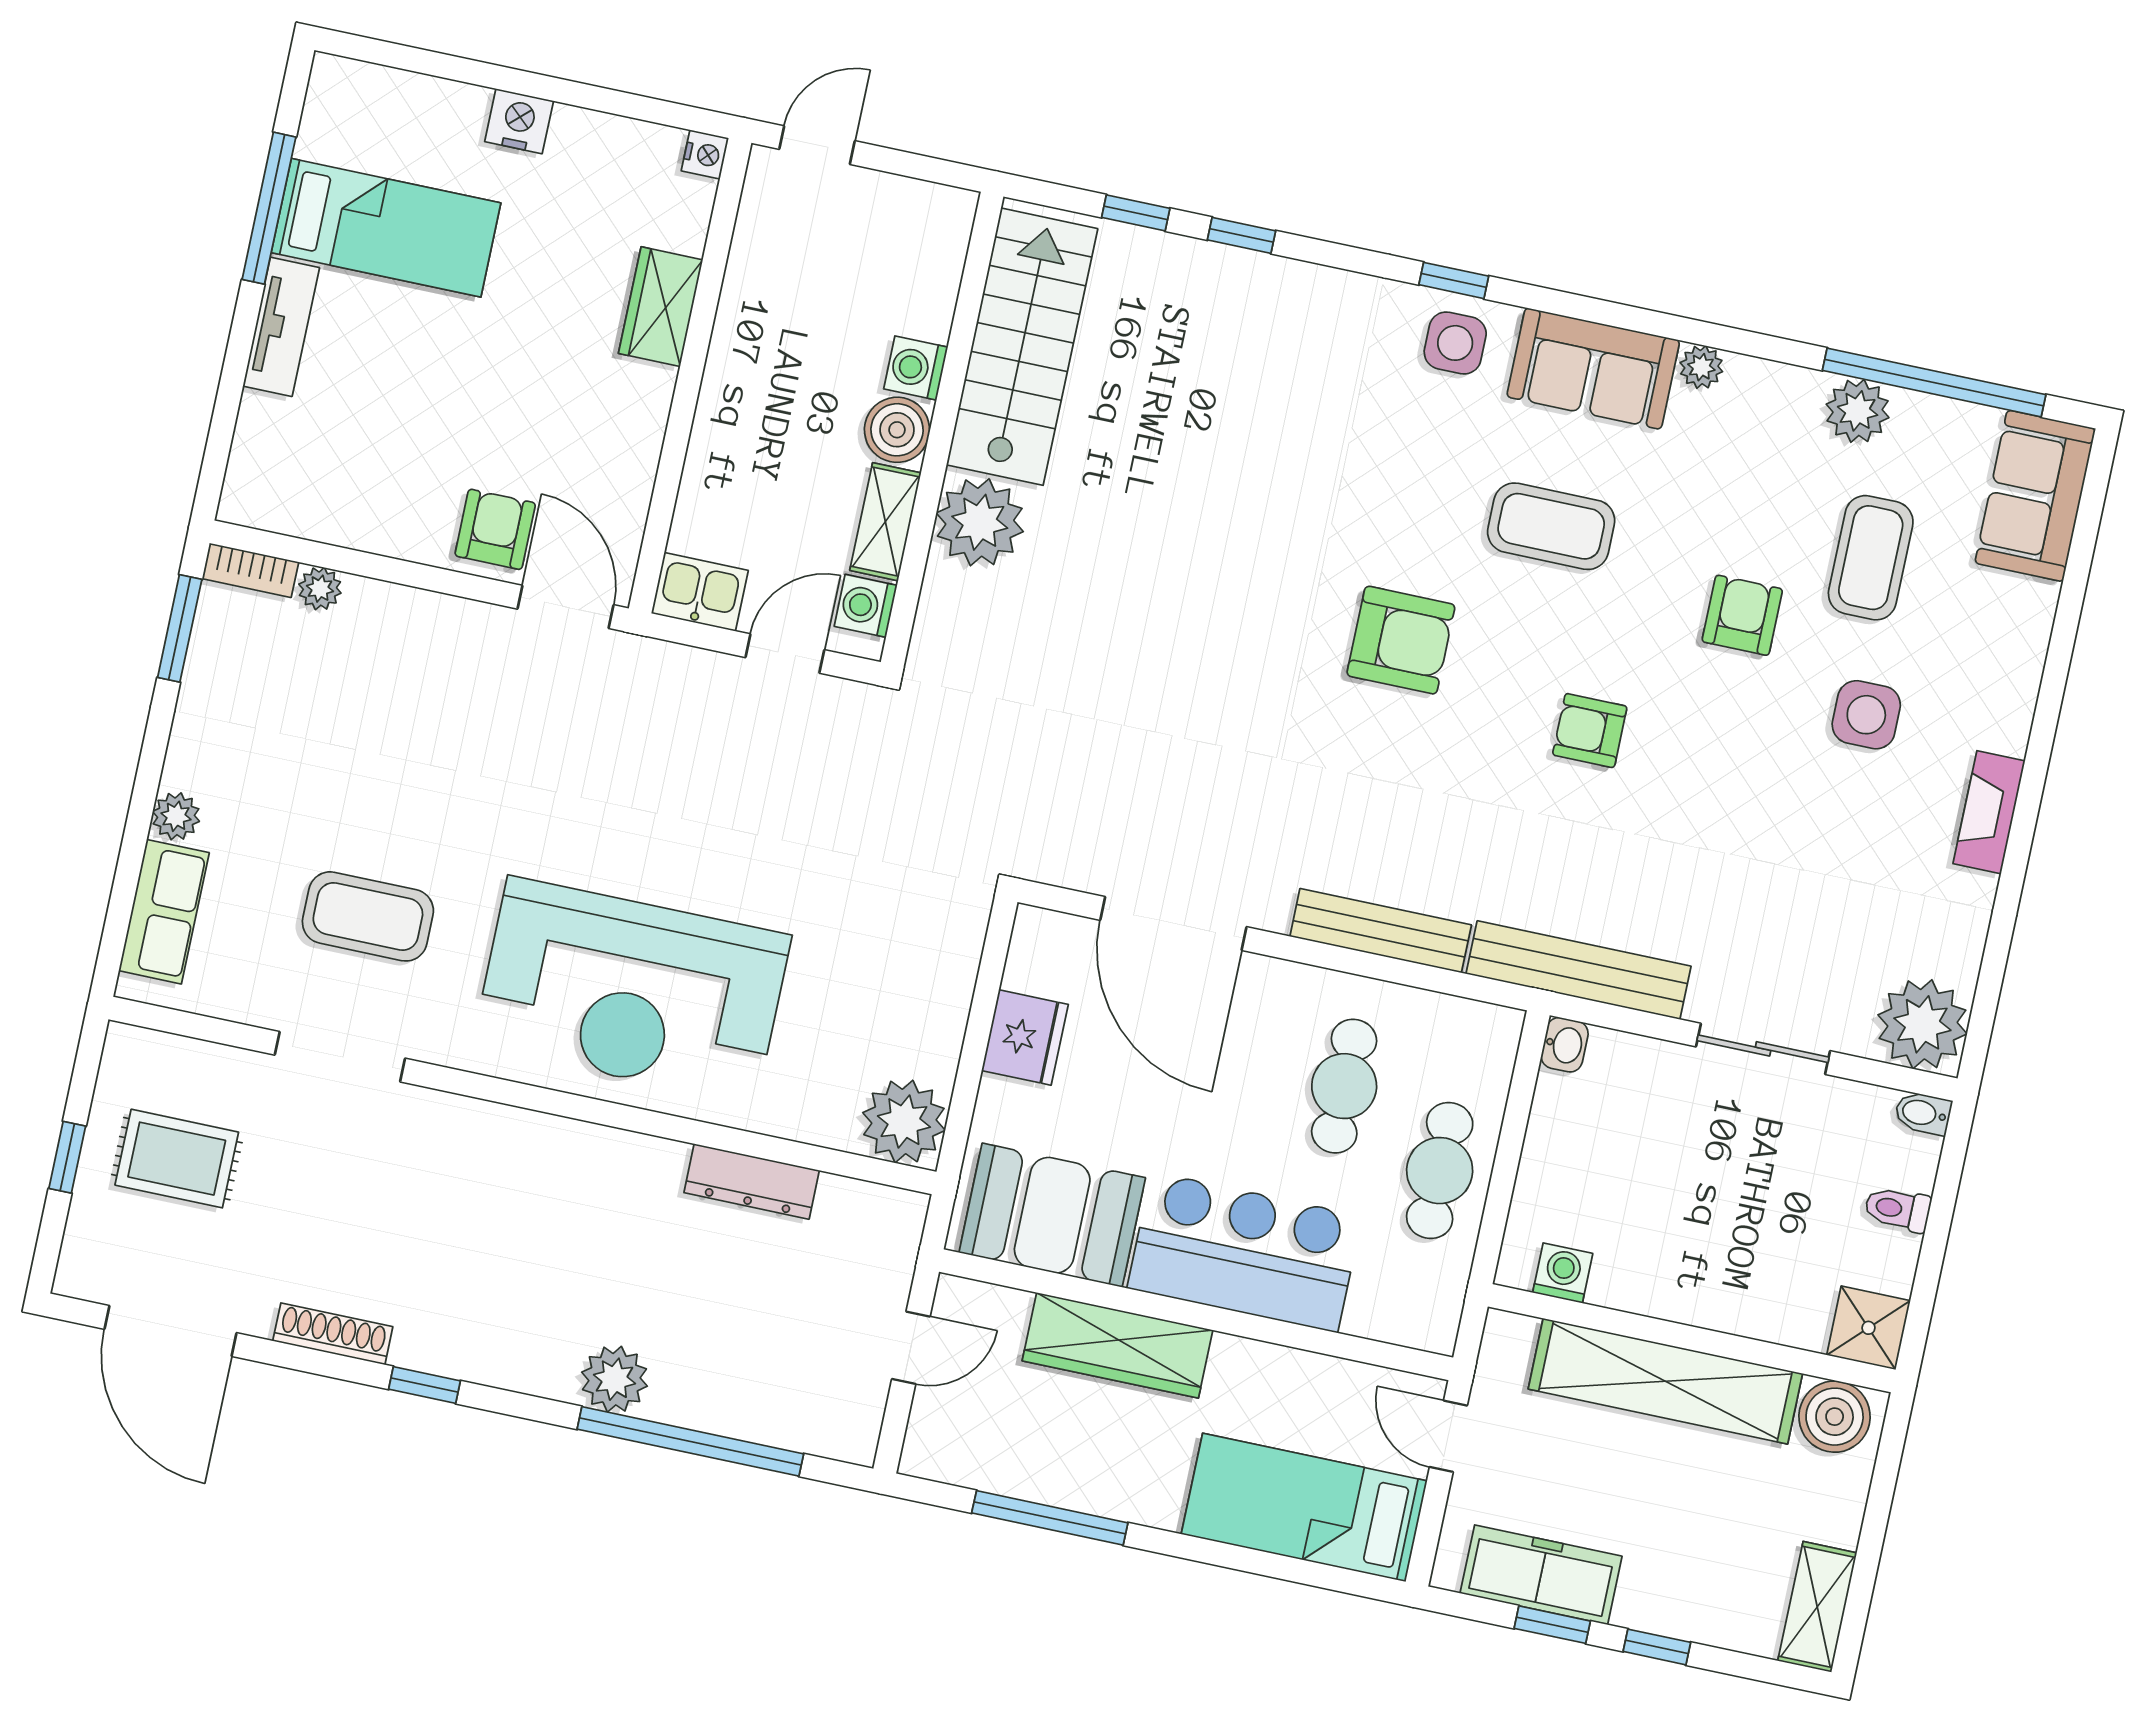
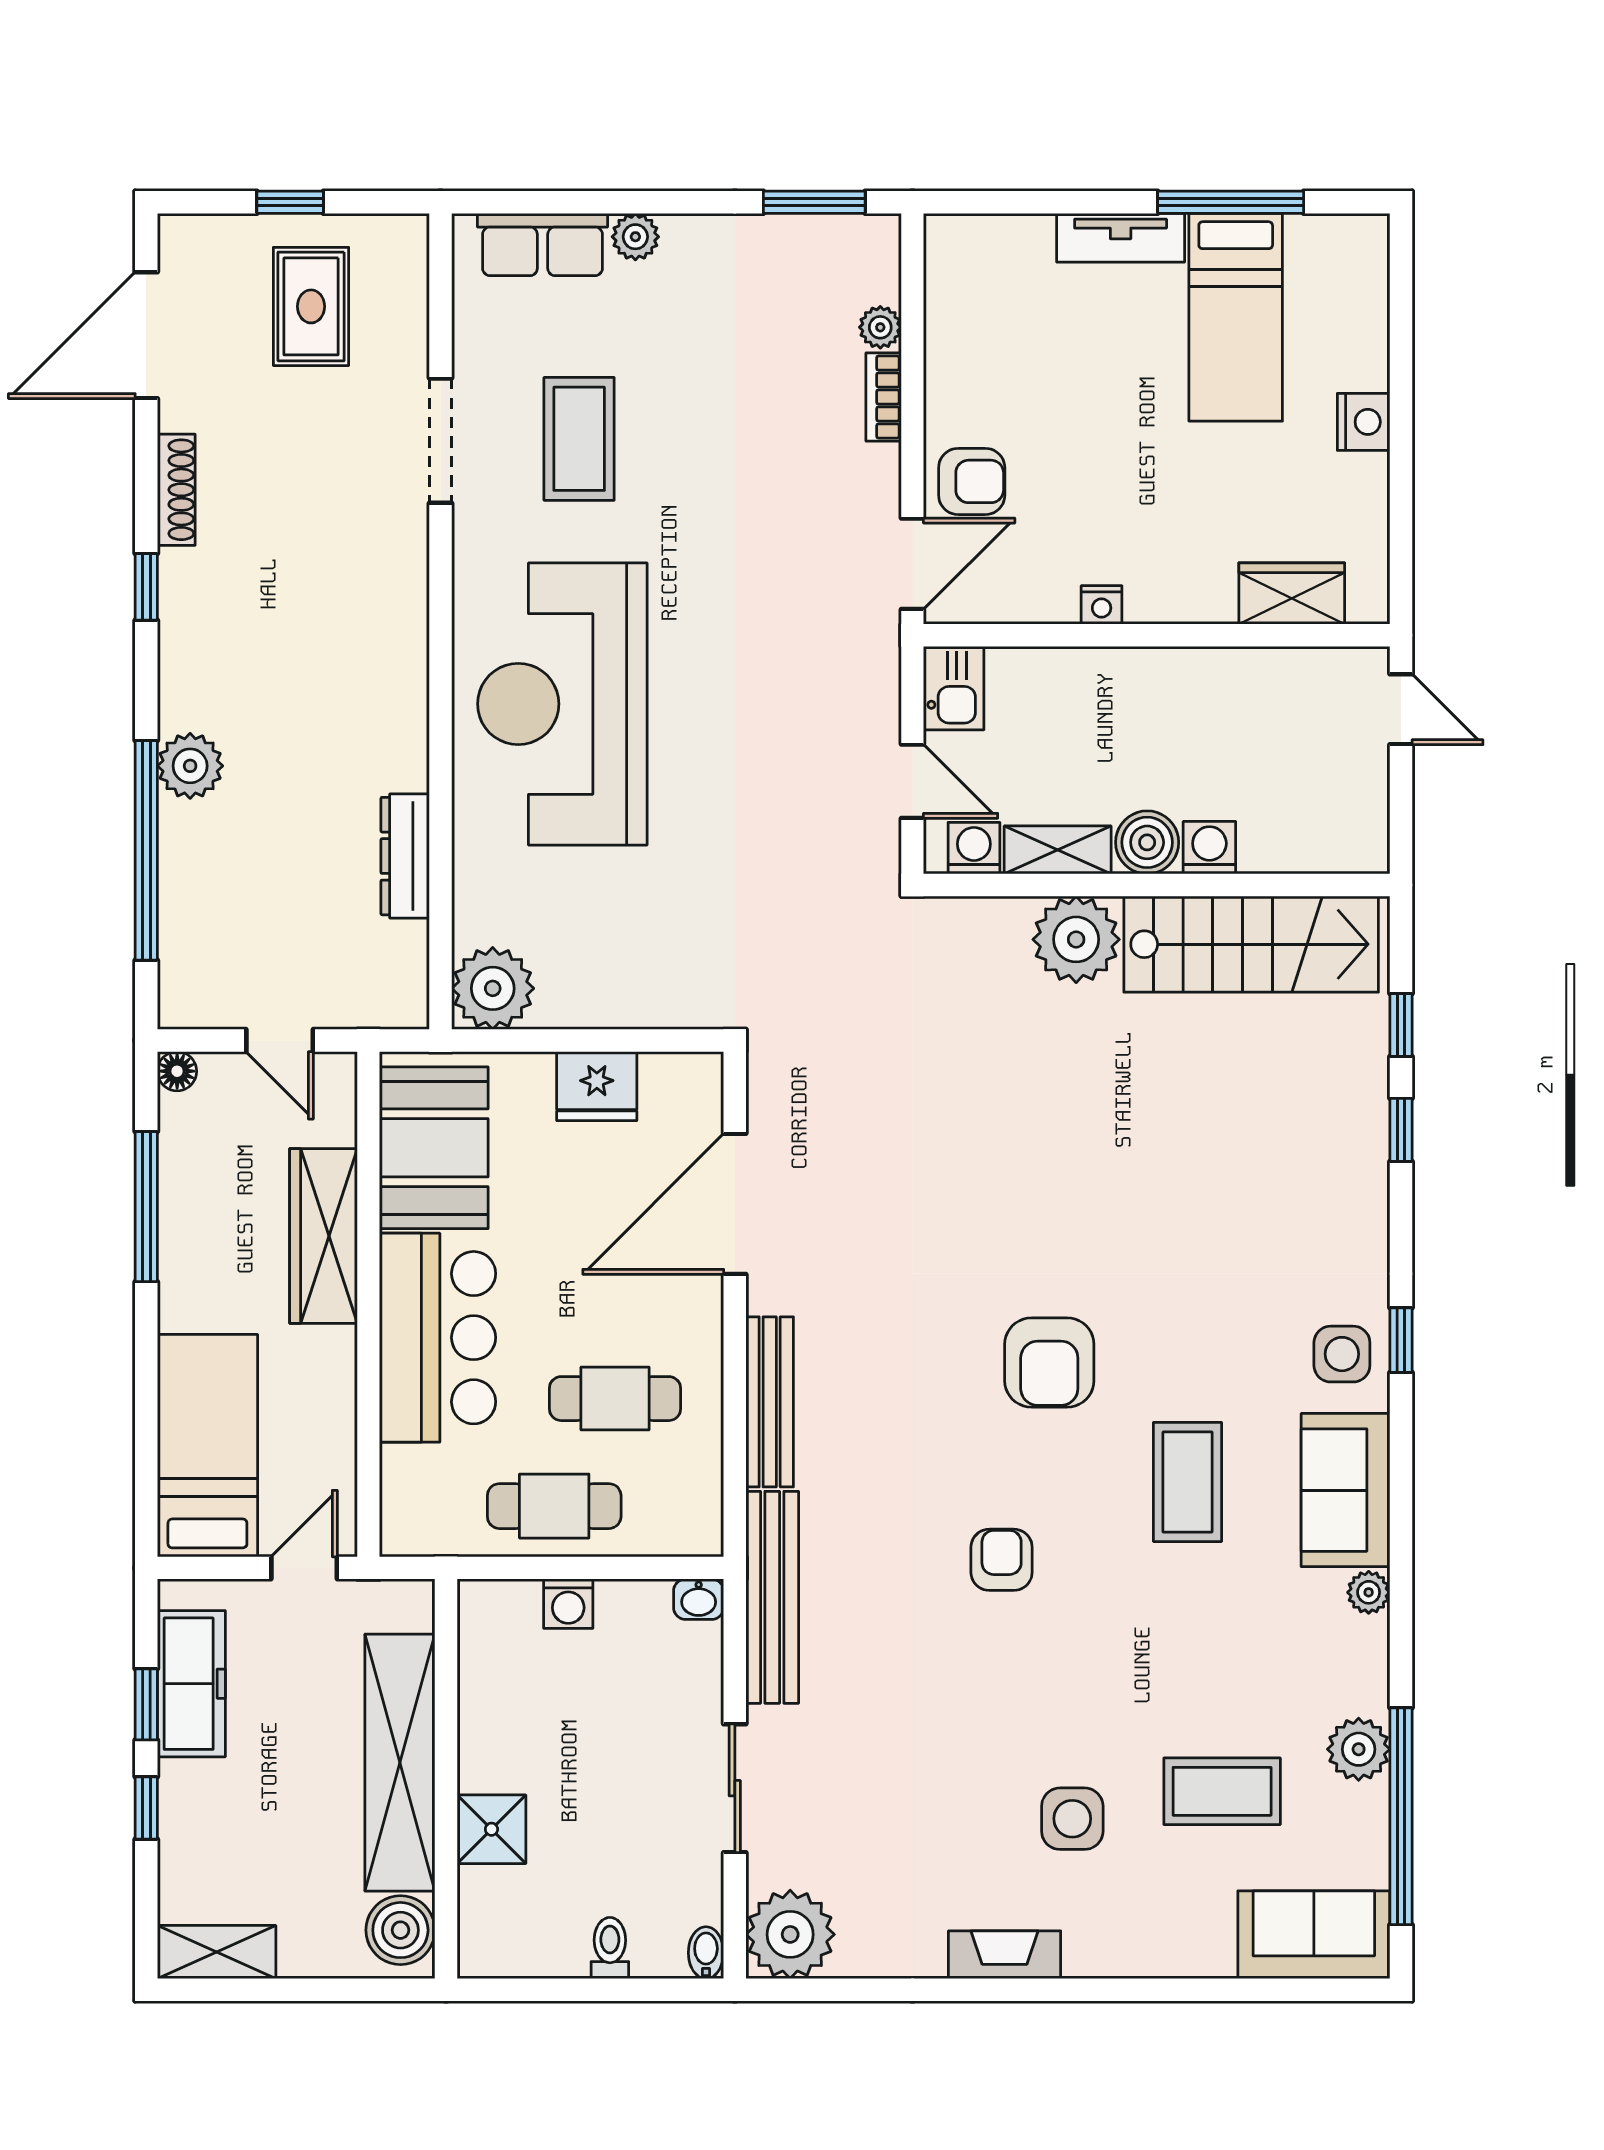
nightstand: (705, 155) -> (1102, 605), moved
wardrobe: (661, 307) -> (1292, 594), moved
bookcase: (250, 570) -> (884, 397), moved
armchair: (1742, 615) -> (1142, 1681), removed
washing machine: (1563, 1273) -> (568, 1604), moved, turned 90
shower: (1868, 1328) -> (491, 1829), moved
floor lamp: (920, 1458) -> (177, 1071), added

